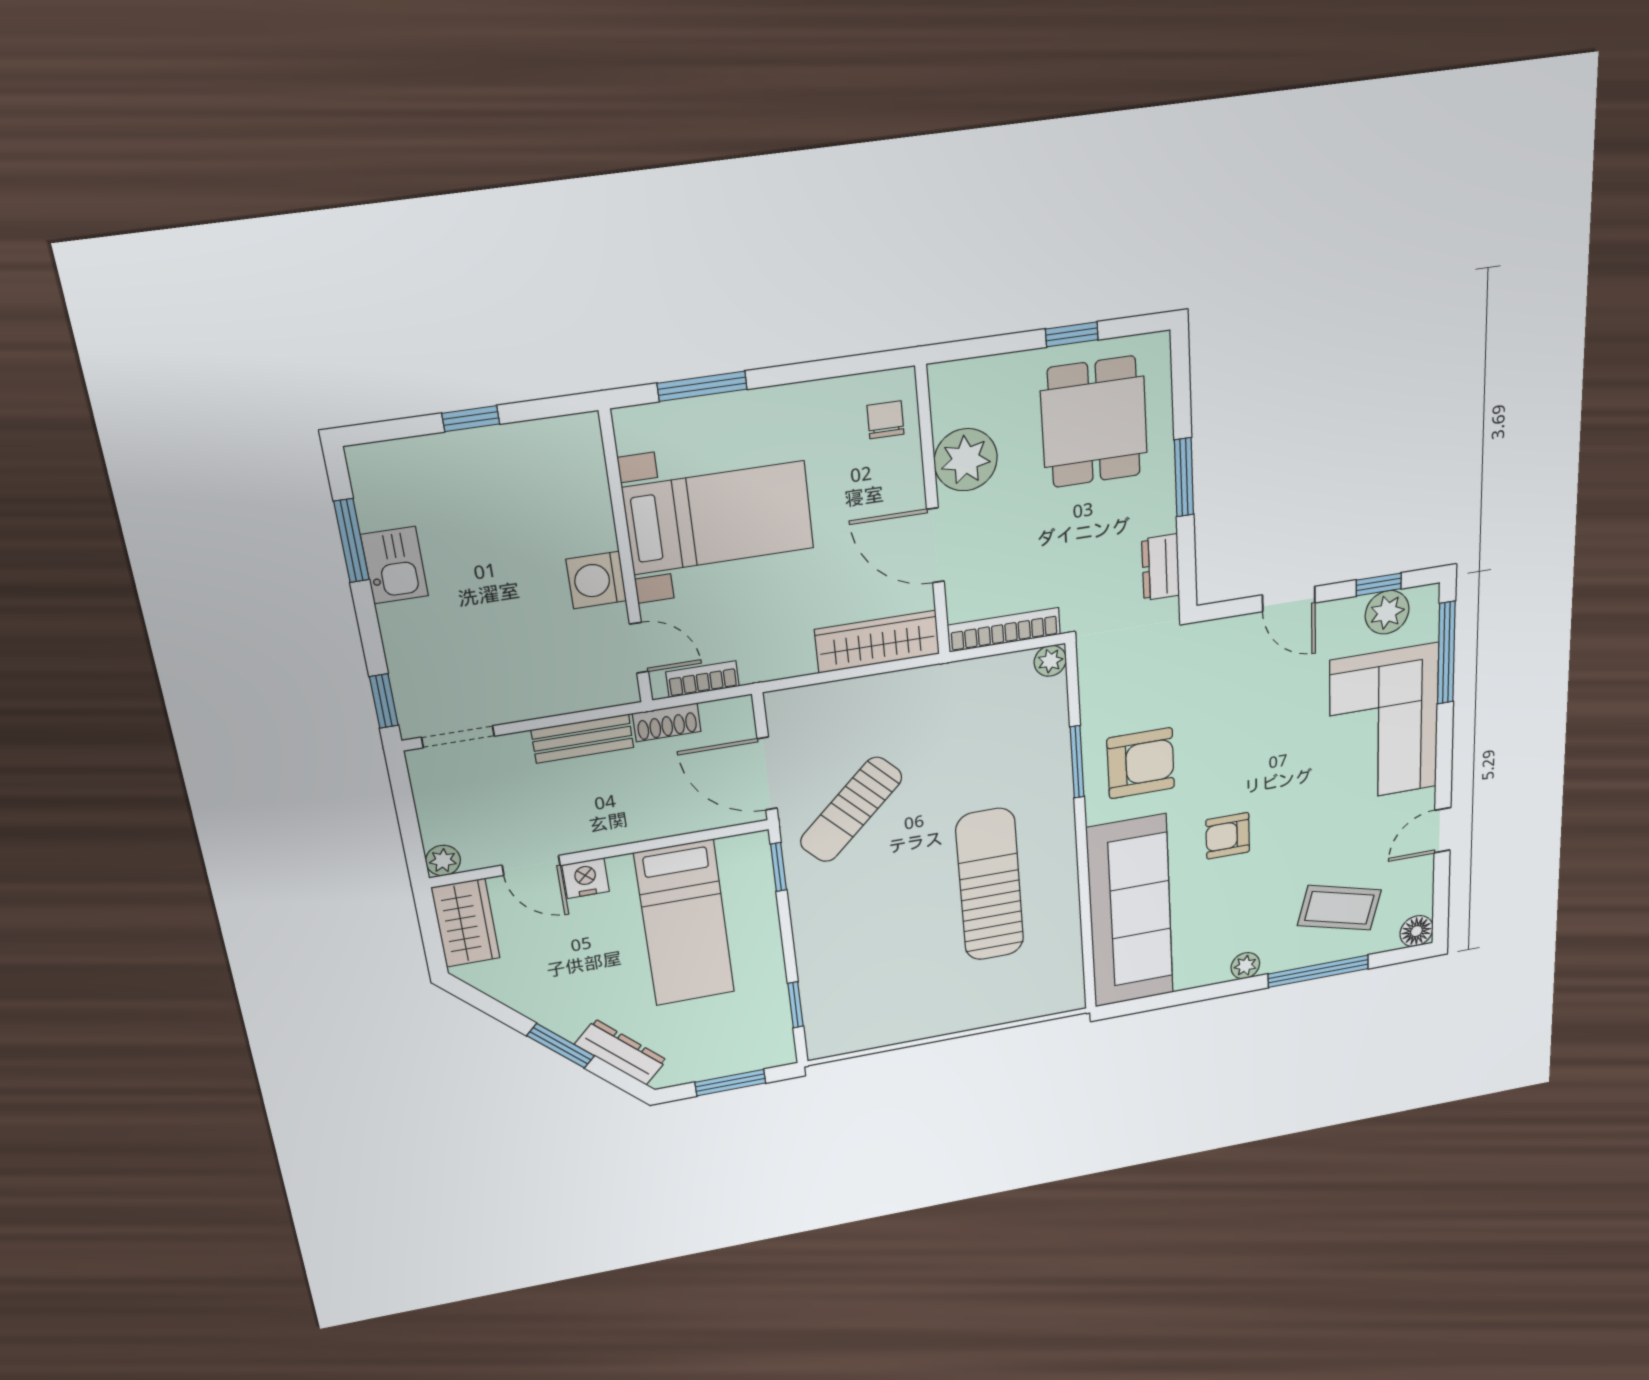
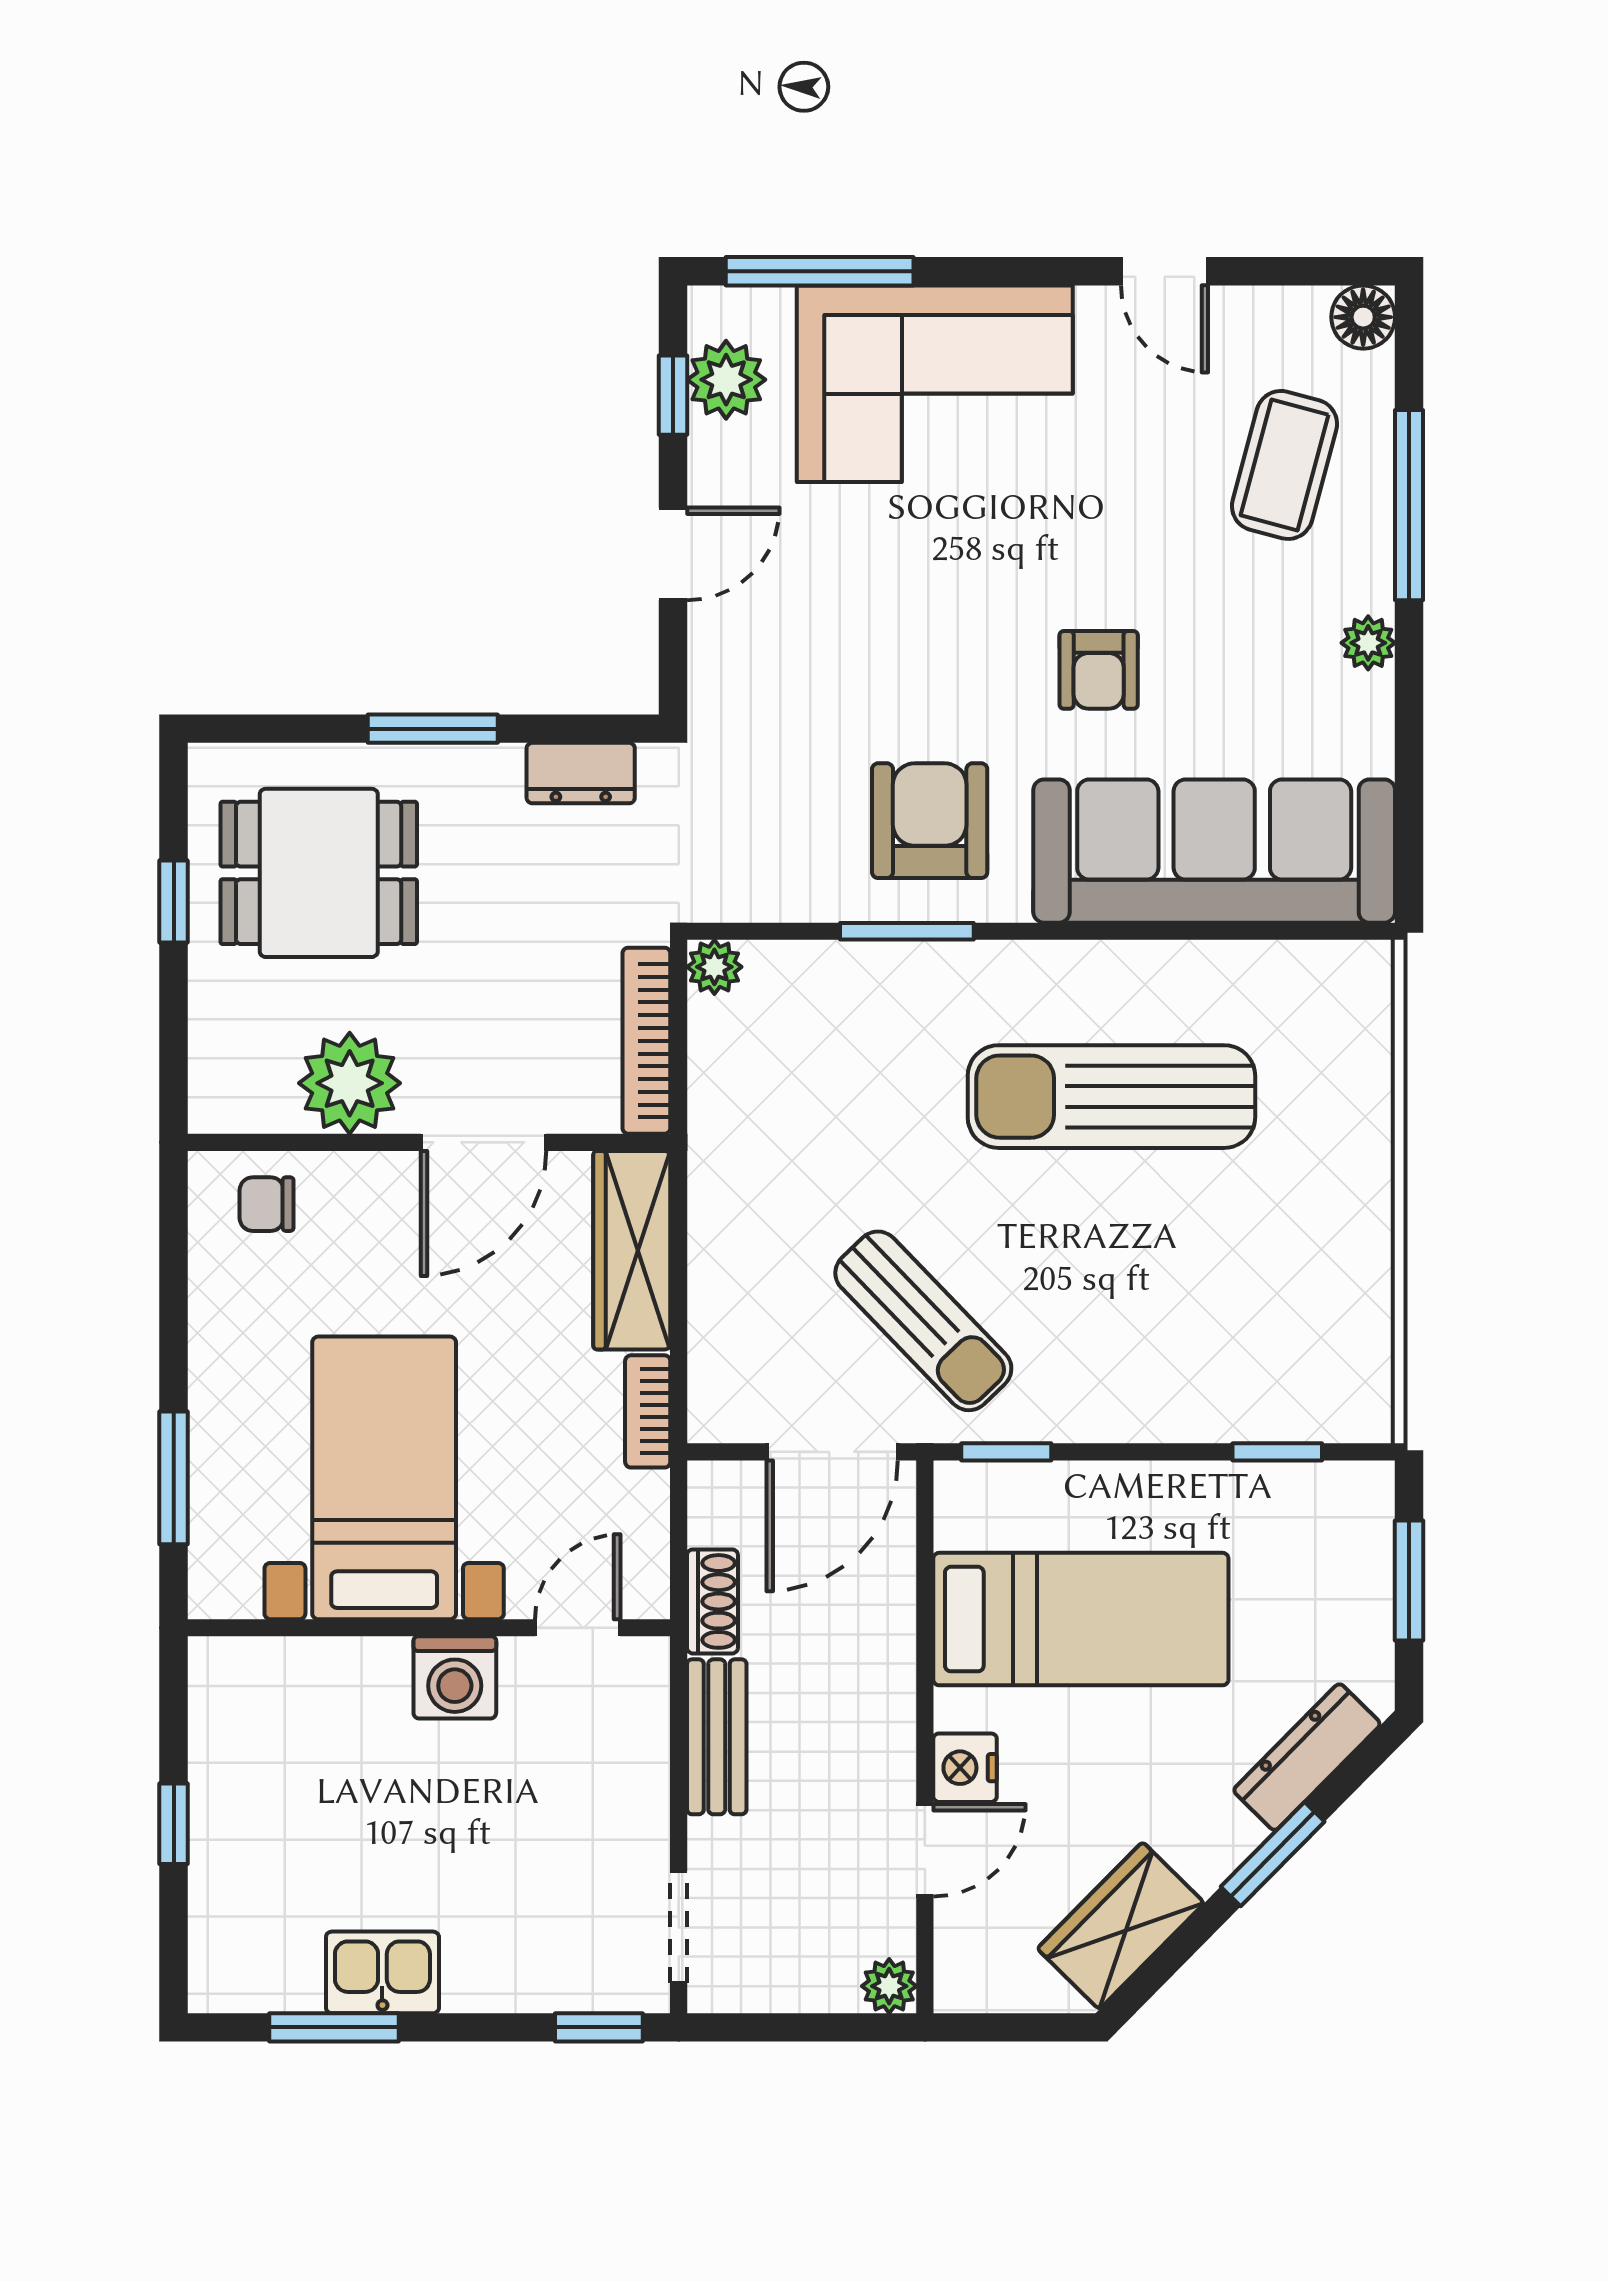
bookcase: (703, 679) -> (648, 1411), moved
wardrobe: (466, 923) -> (1121, 1926), moved, turned -45

